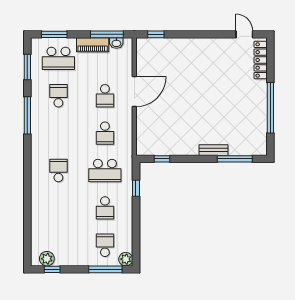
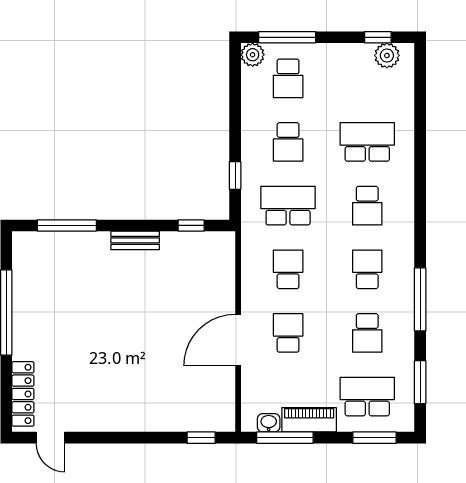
school desk: (58, 133) -> (367, 269), added
bench: (214, 150) -> (135, 240), moved
school desk: (58, 208) -> (367, 142), added
school desk: (105, 208) -> (288, 142), turned 180

